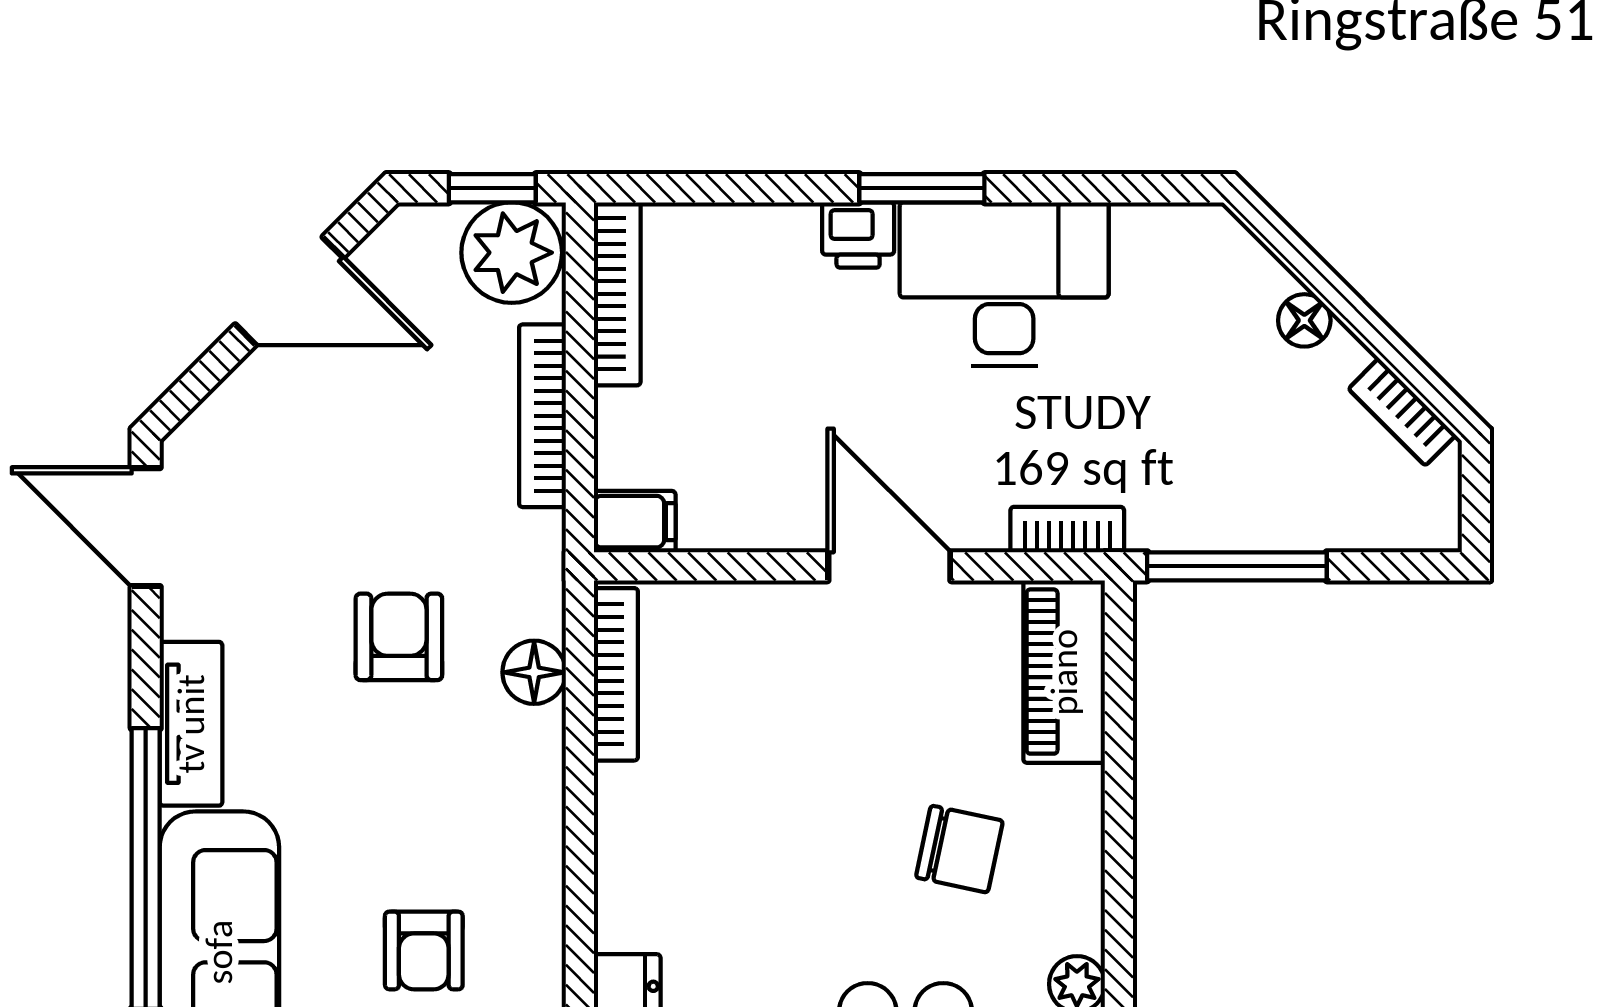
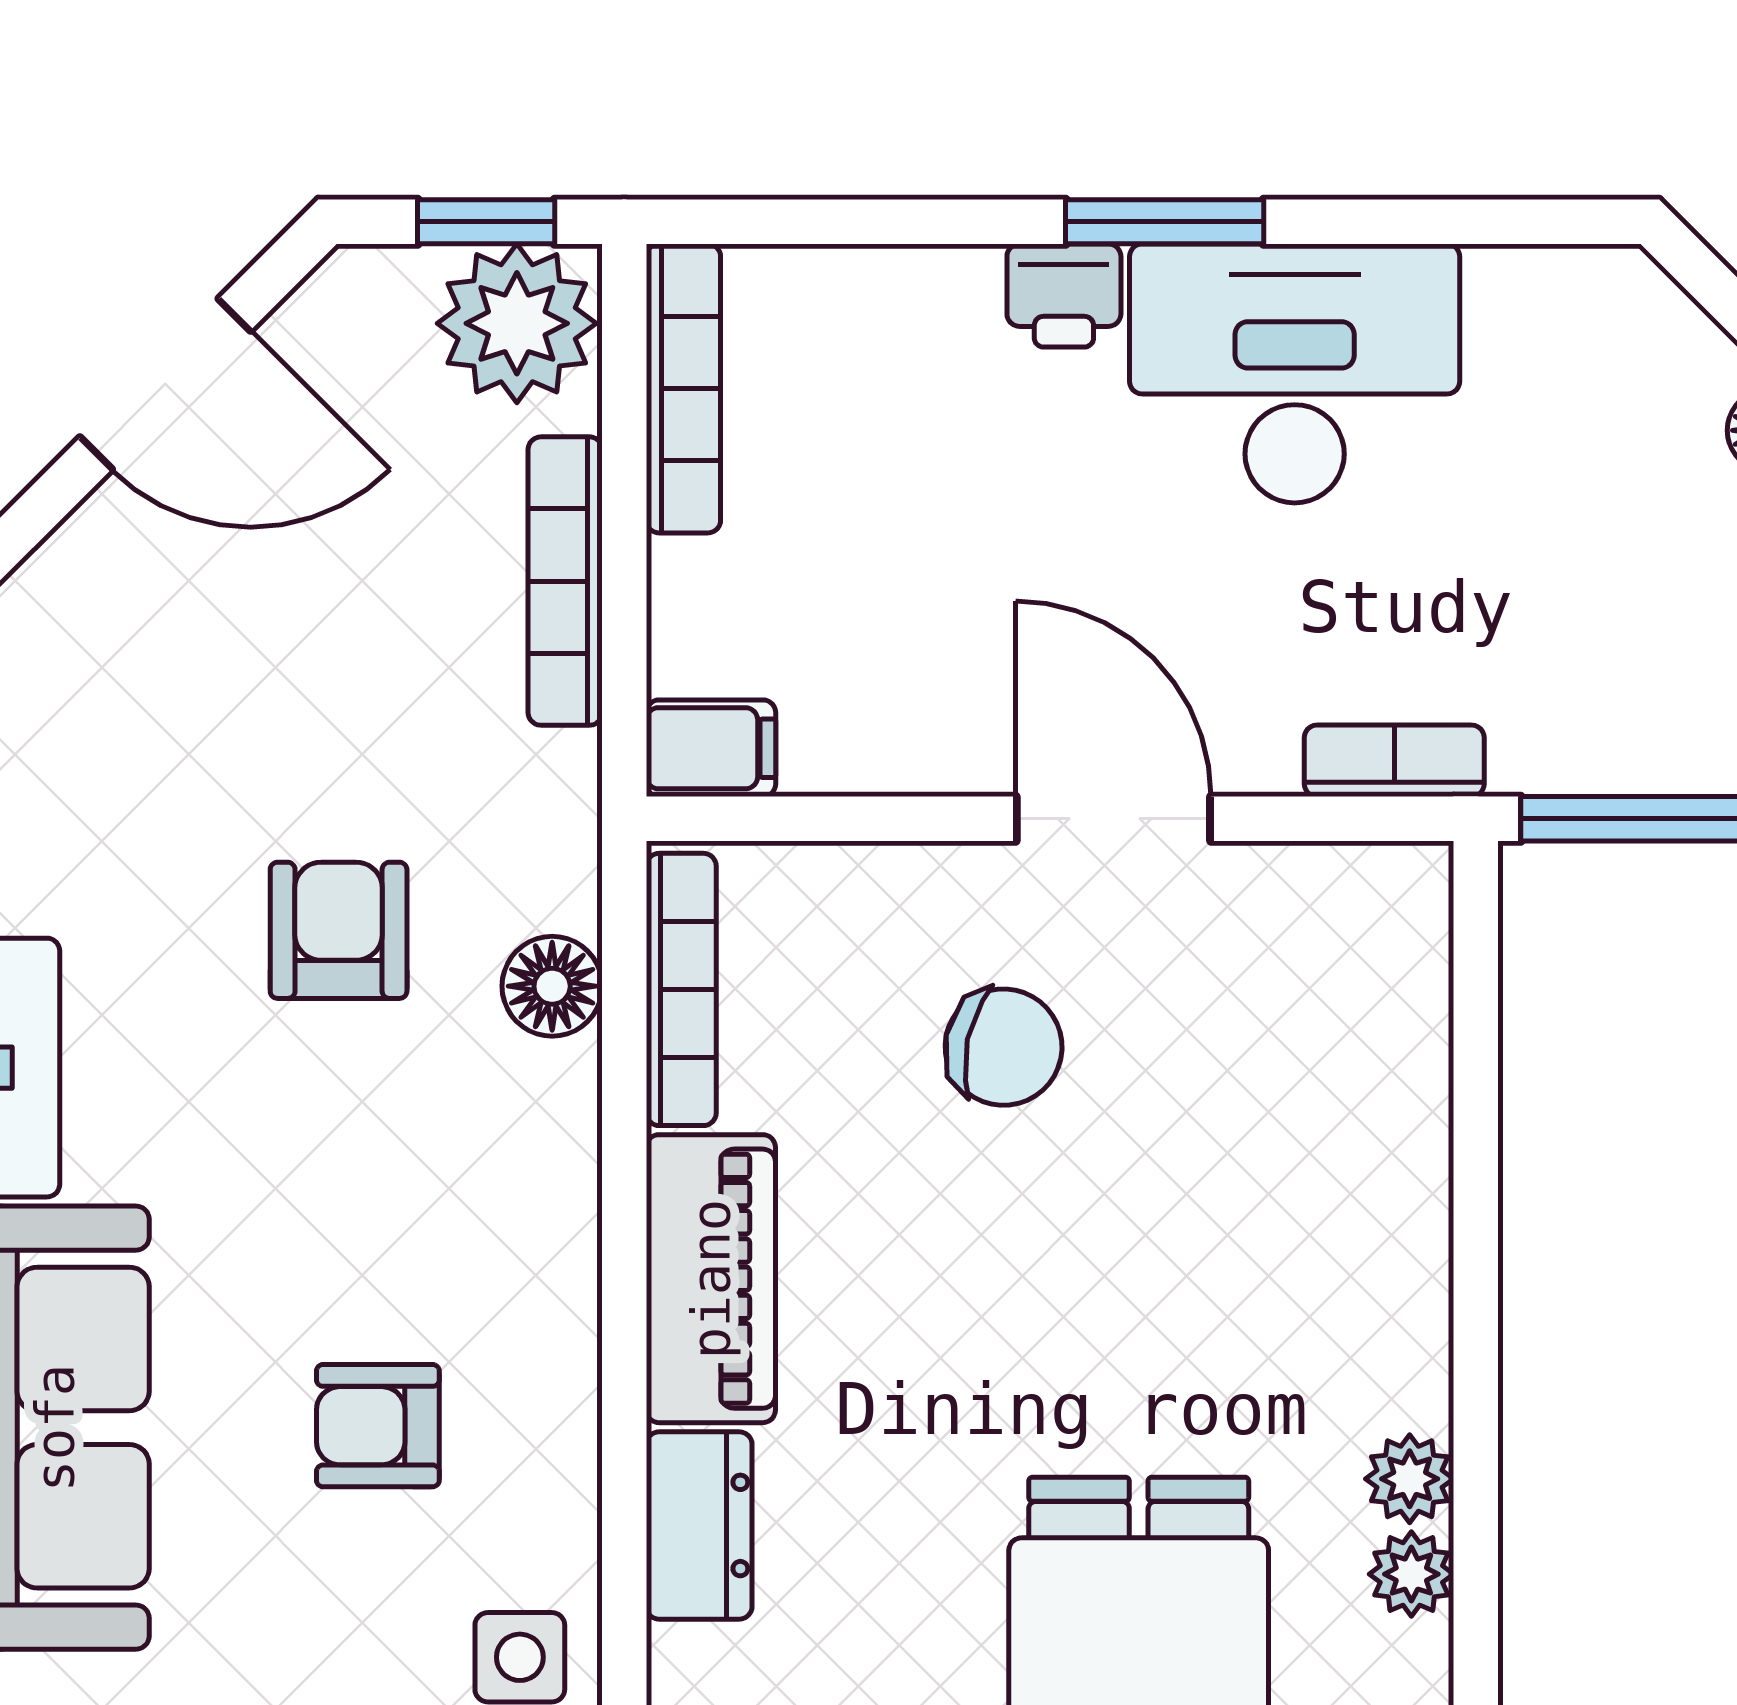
piano: (1064, 672) -> (711, 1279), moved, turned 180
chair: (959, 849) -> (1004, 1047), moved
armchair: (424, 950) -> (378, 1426), turned 90

